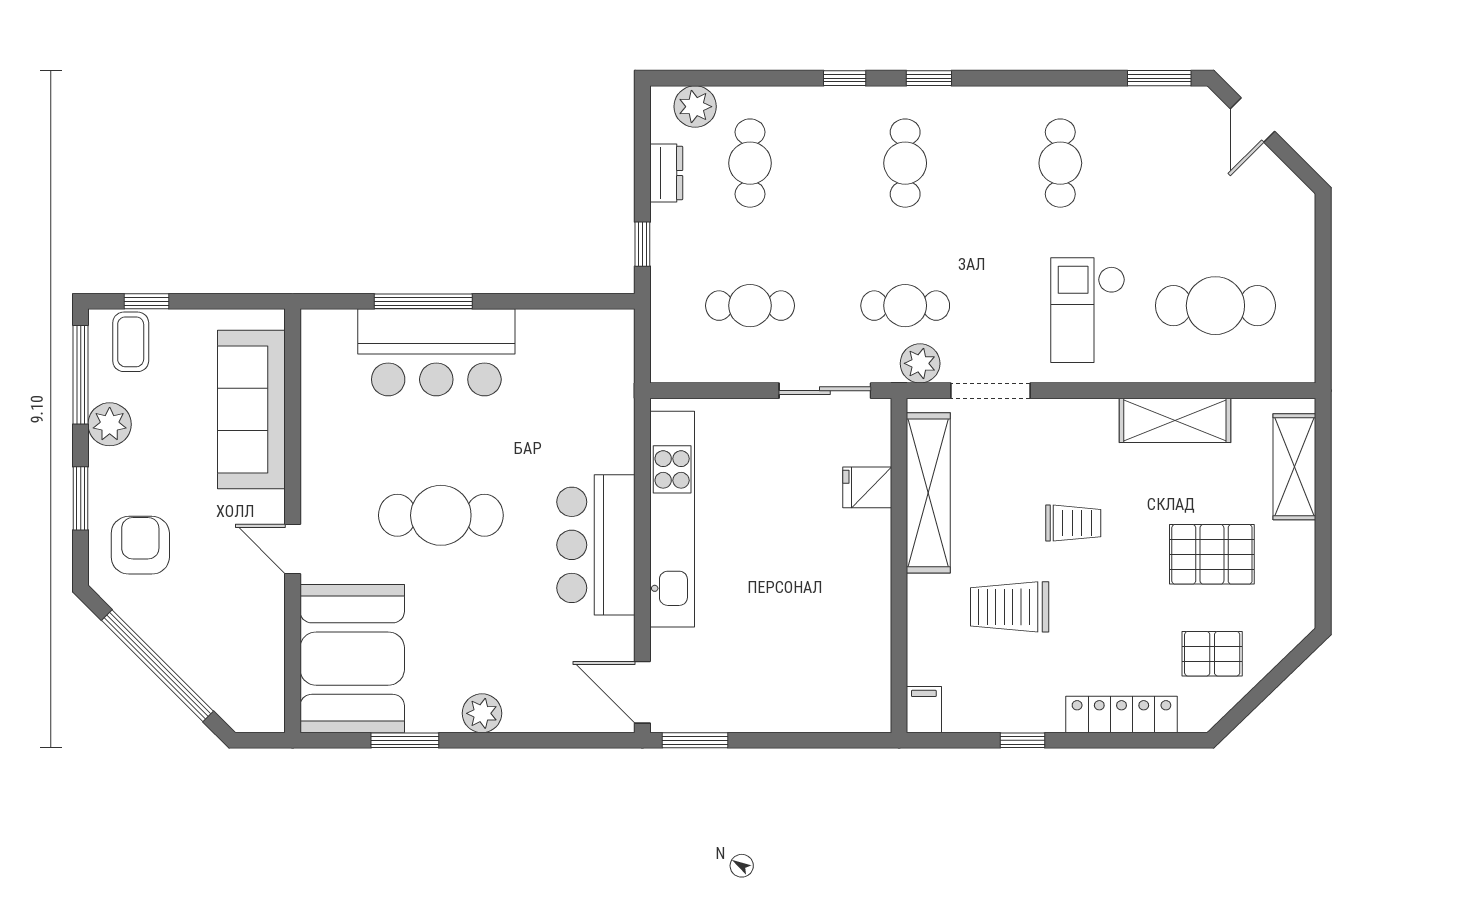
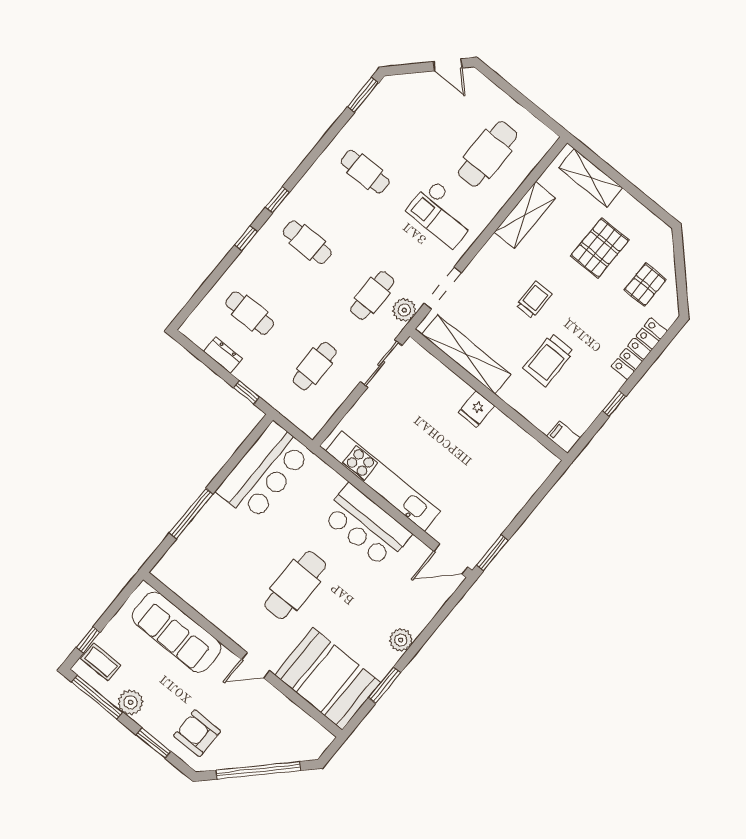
plant: (695, 107) -> (203, 317), removed
door: (1252, 120) -> (448, 65), moved
bar counter: (436, 352) -> (264, 472), moved
fridge: (867, 487) -> (476, 409), moved

